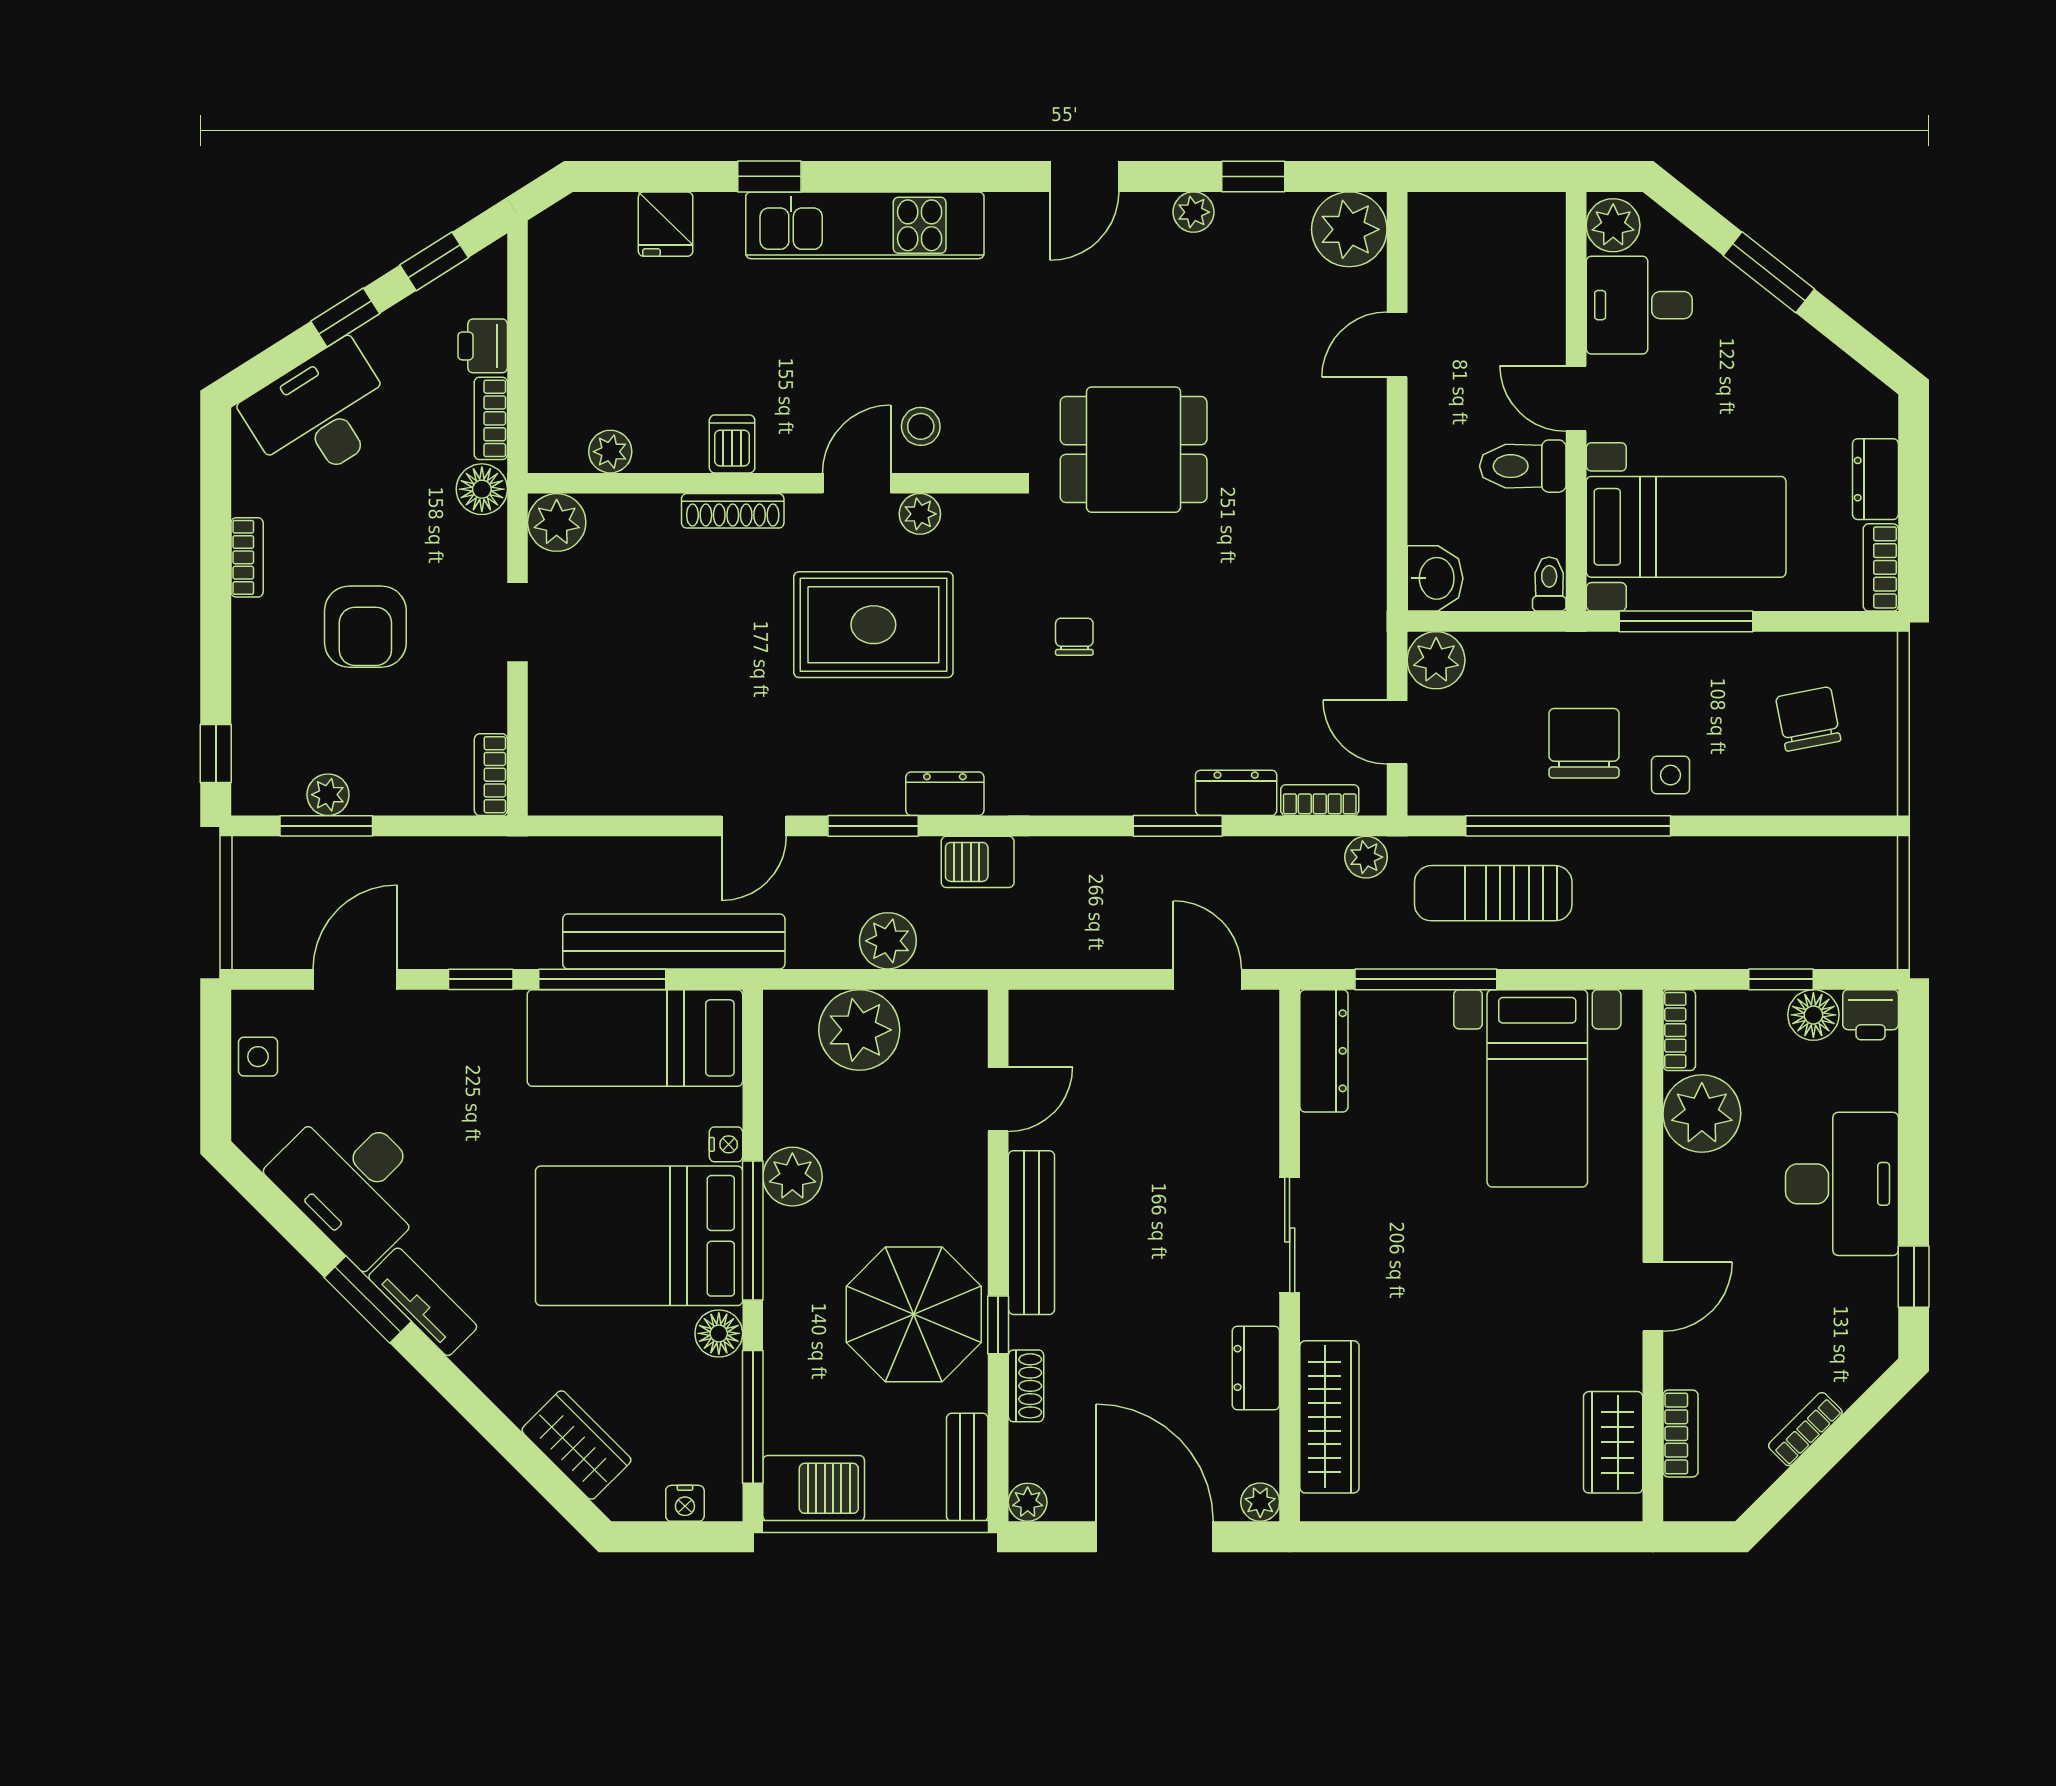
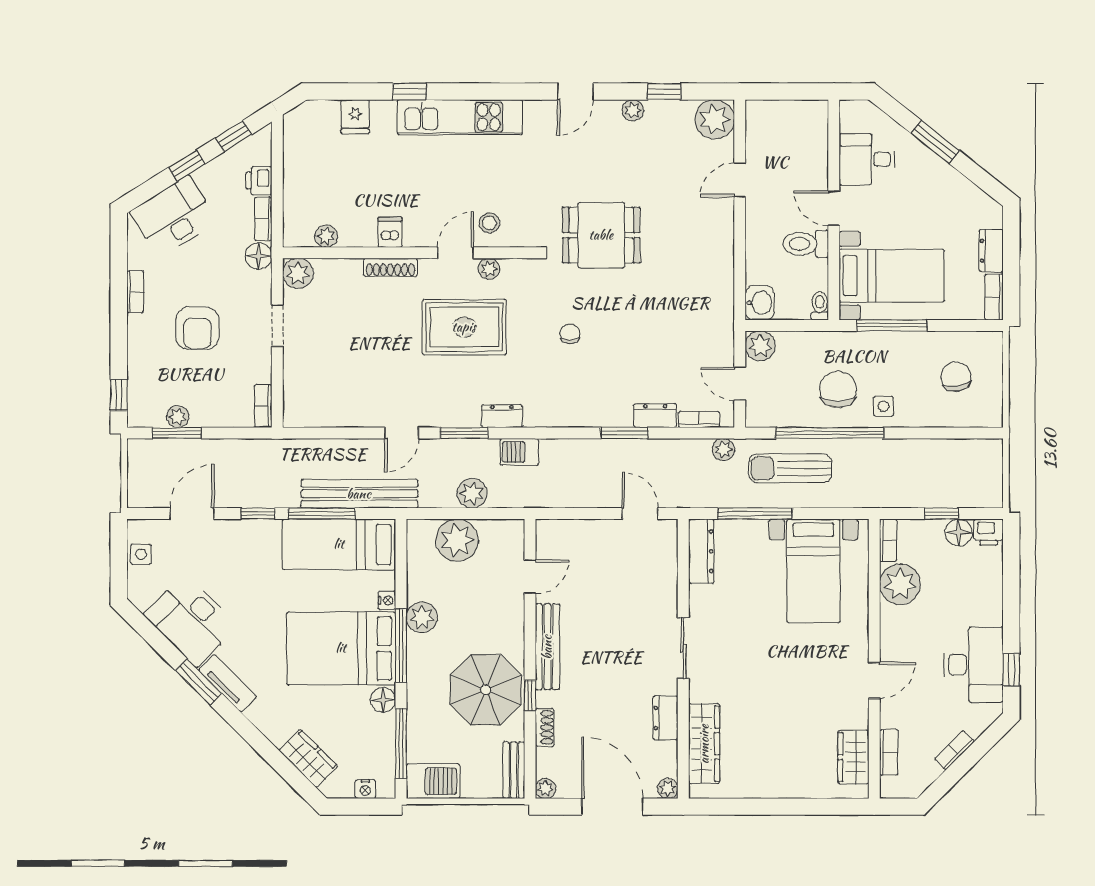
plant: (1613, 225) -> (853, 117), removed
desk: (1842, 1184) -> (974, 665), moved

